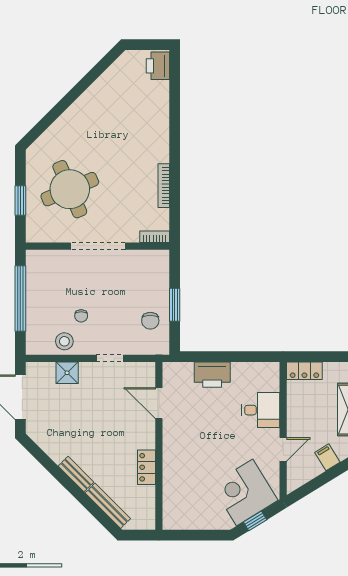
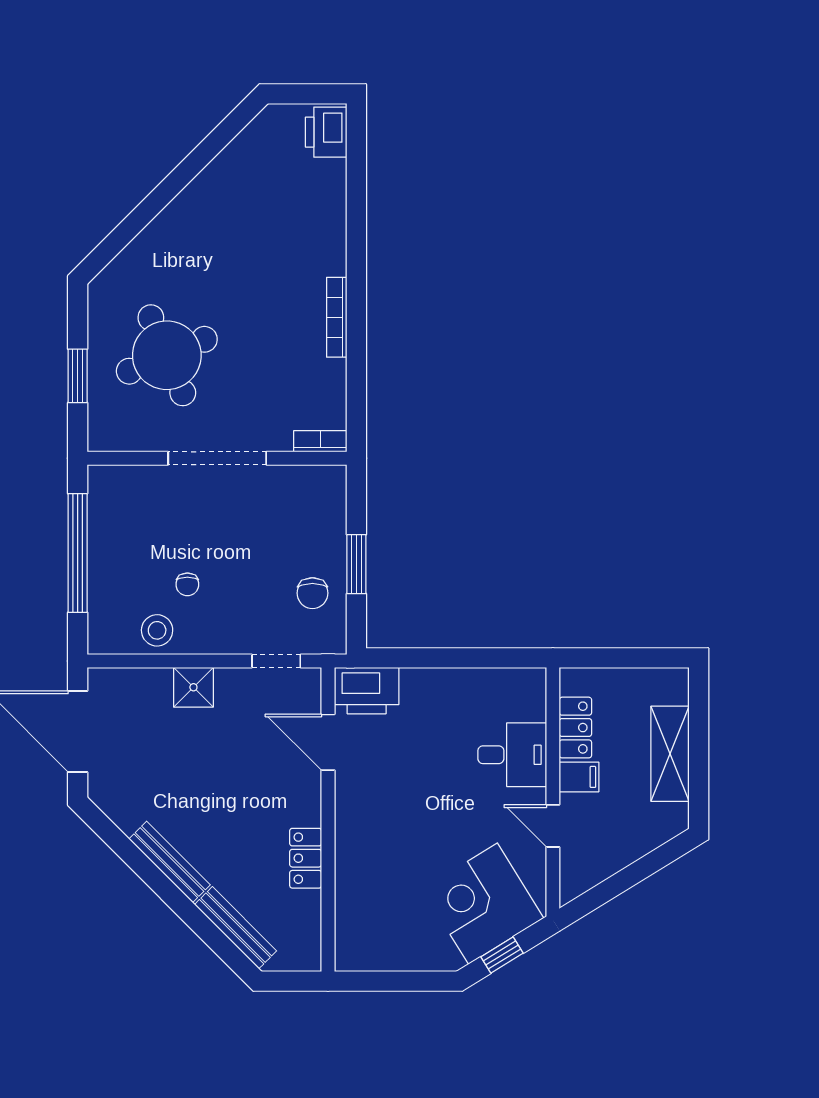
bookcase: (164, 186) -> (337, 317), moved
doorway: (110, 358) -> (276, 661), moved
locker: (304, 371) -> (575, 728), moved, turned -90
shower: (67, 373) -> (193, 687), moved
printer: (212, 375) -> (367, 691), moved
door: (283, 449) -> (553, 826), swing flipped
filing cabinet: (327, 457) -> (579, 777), moved, turned 122
bench: (76, 474) -> (170, 862), width x1.36

